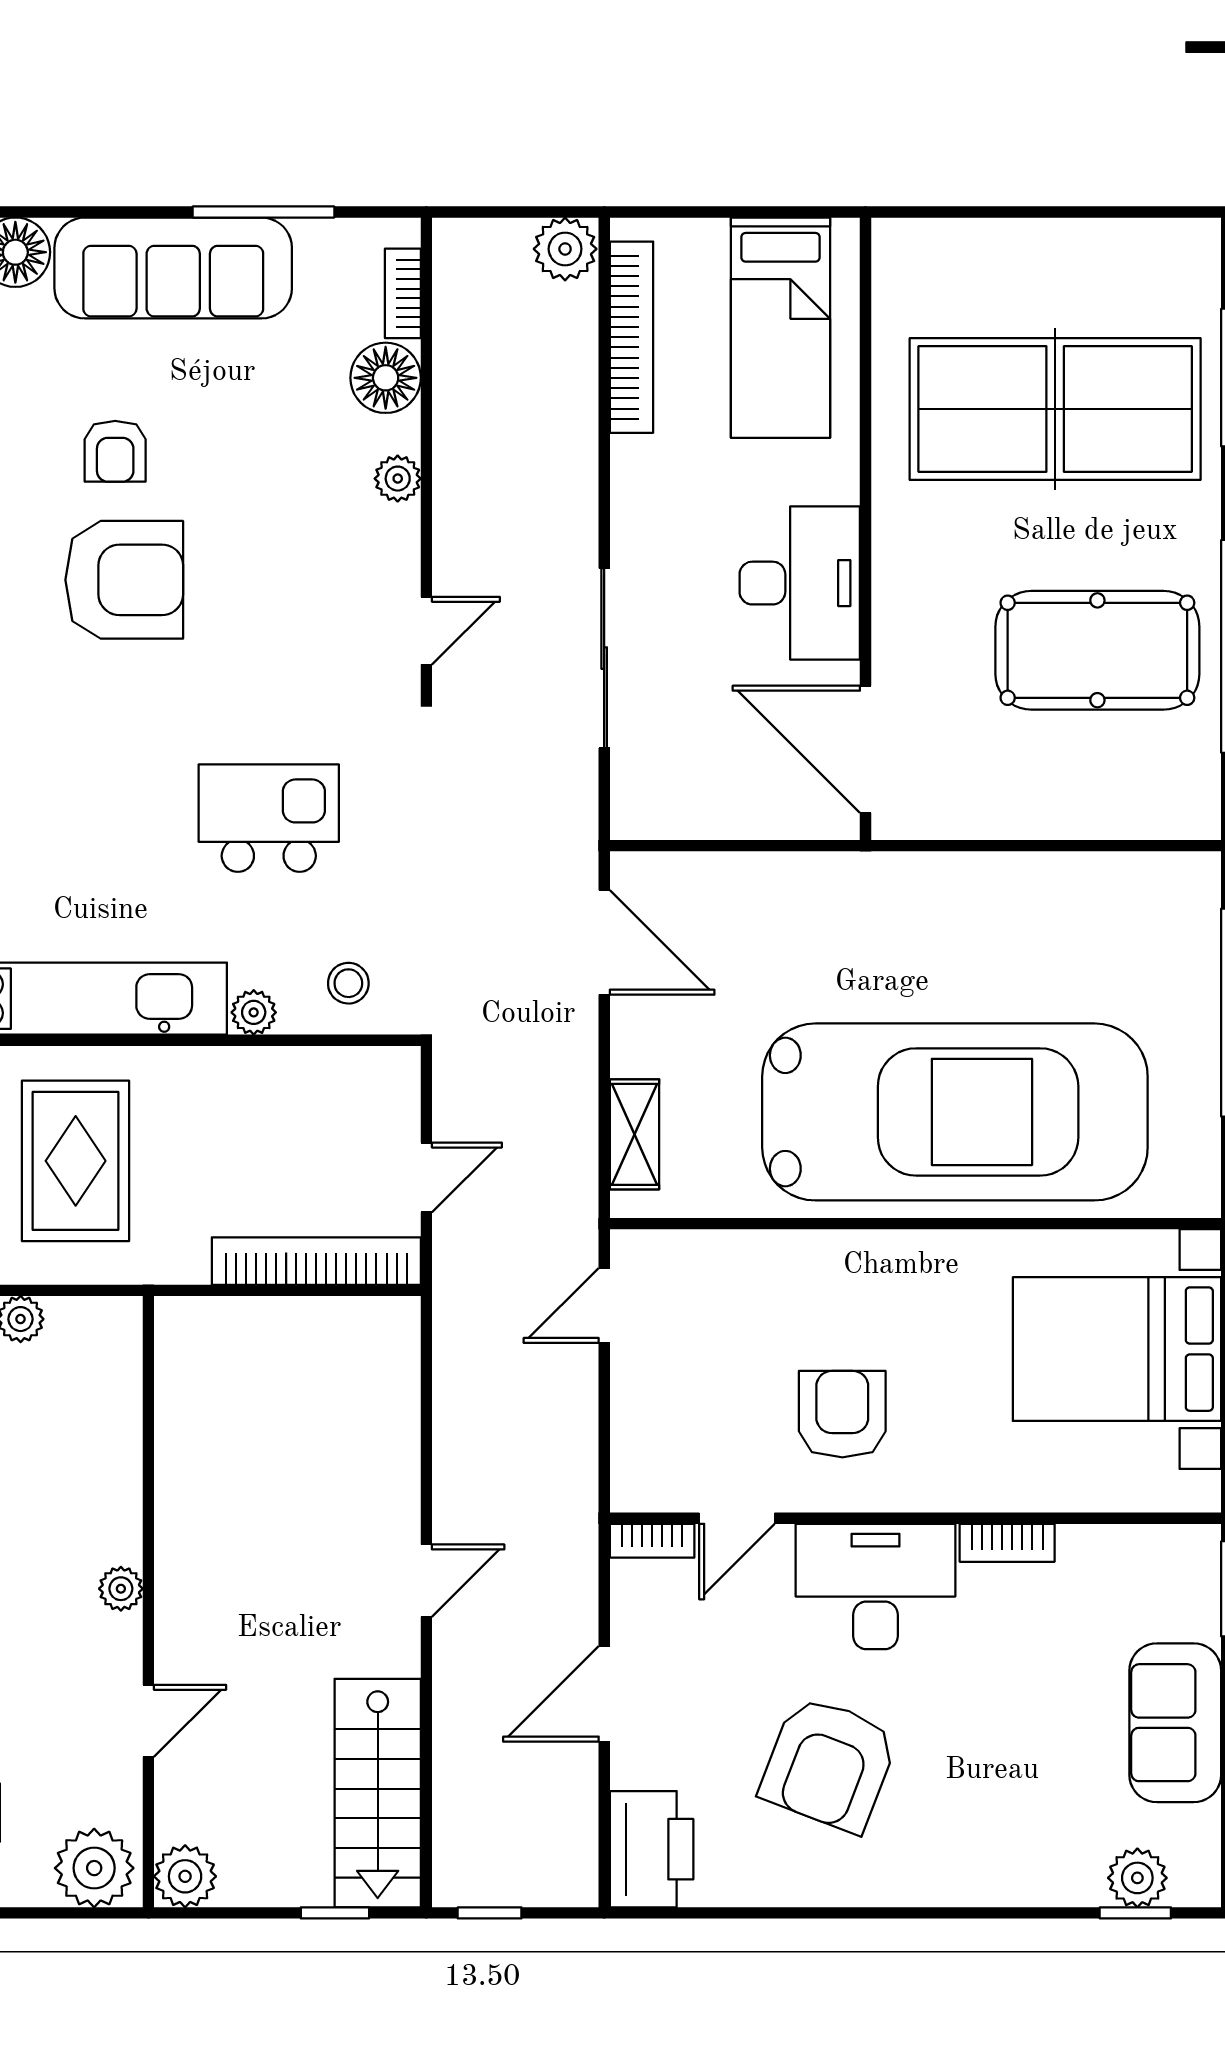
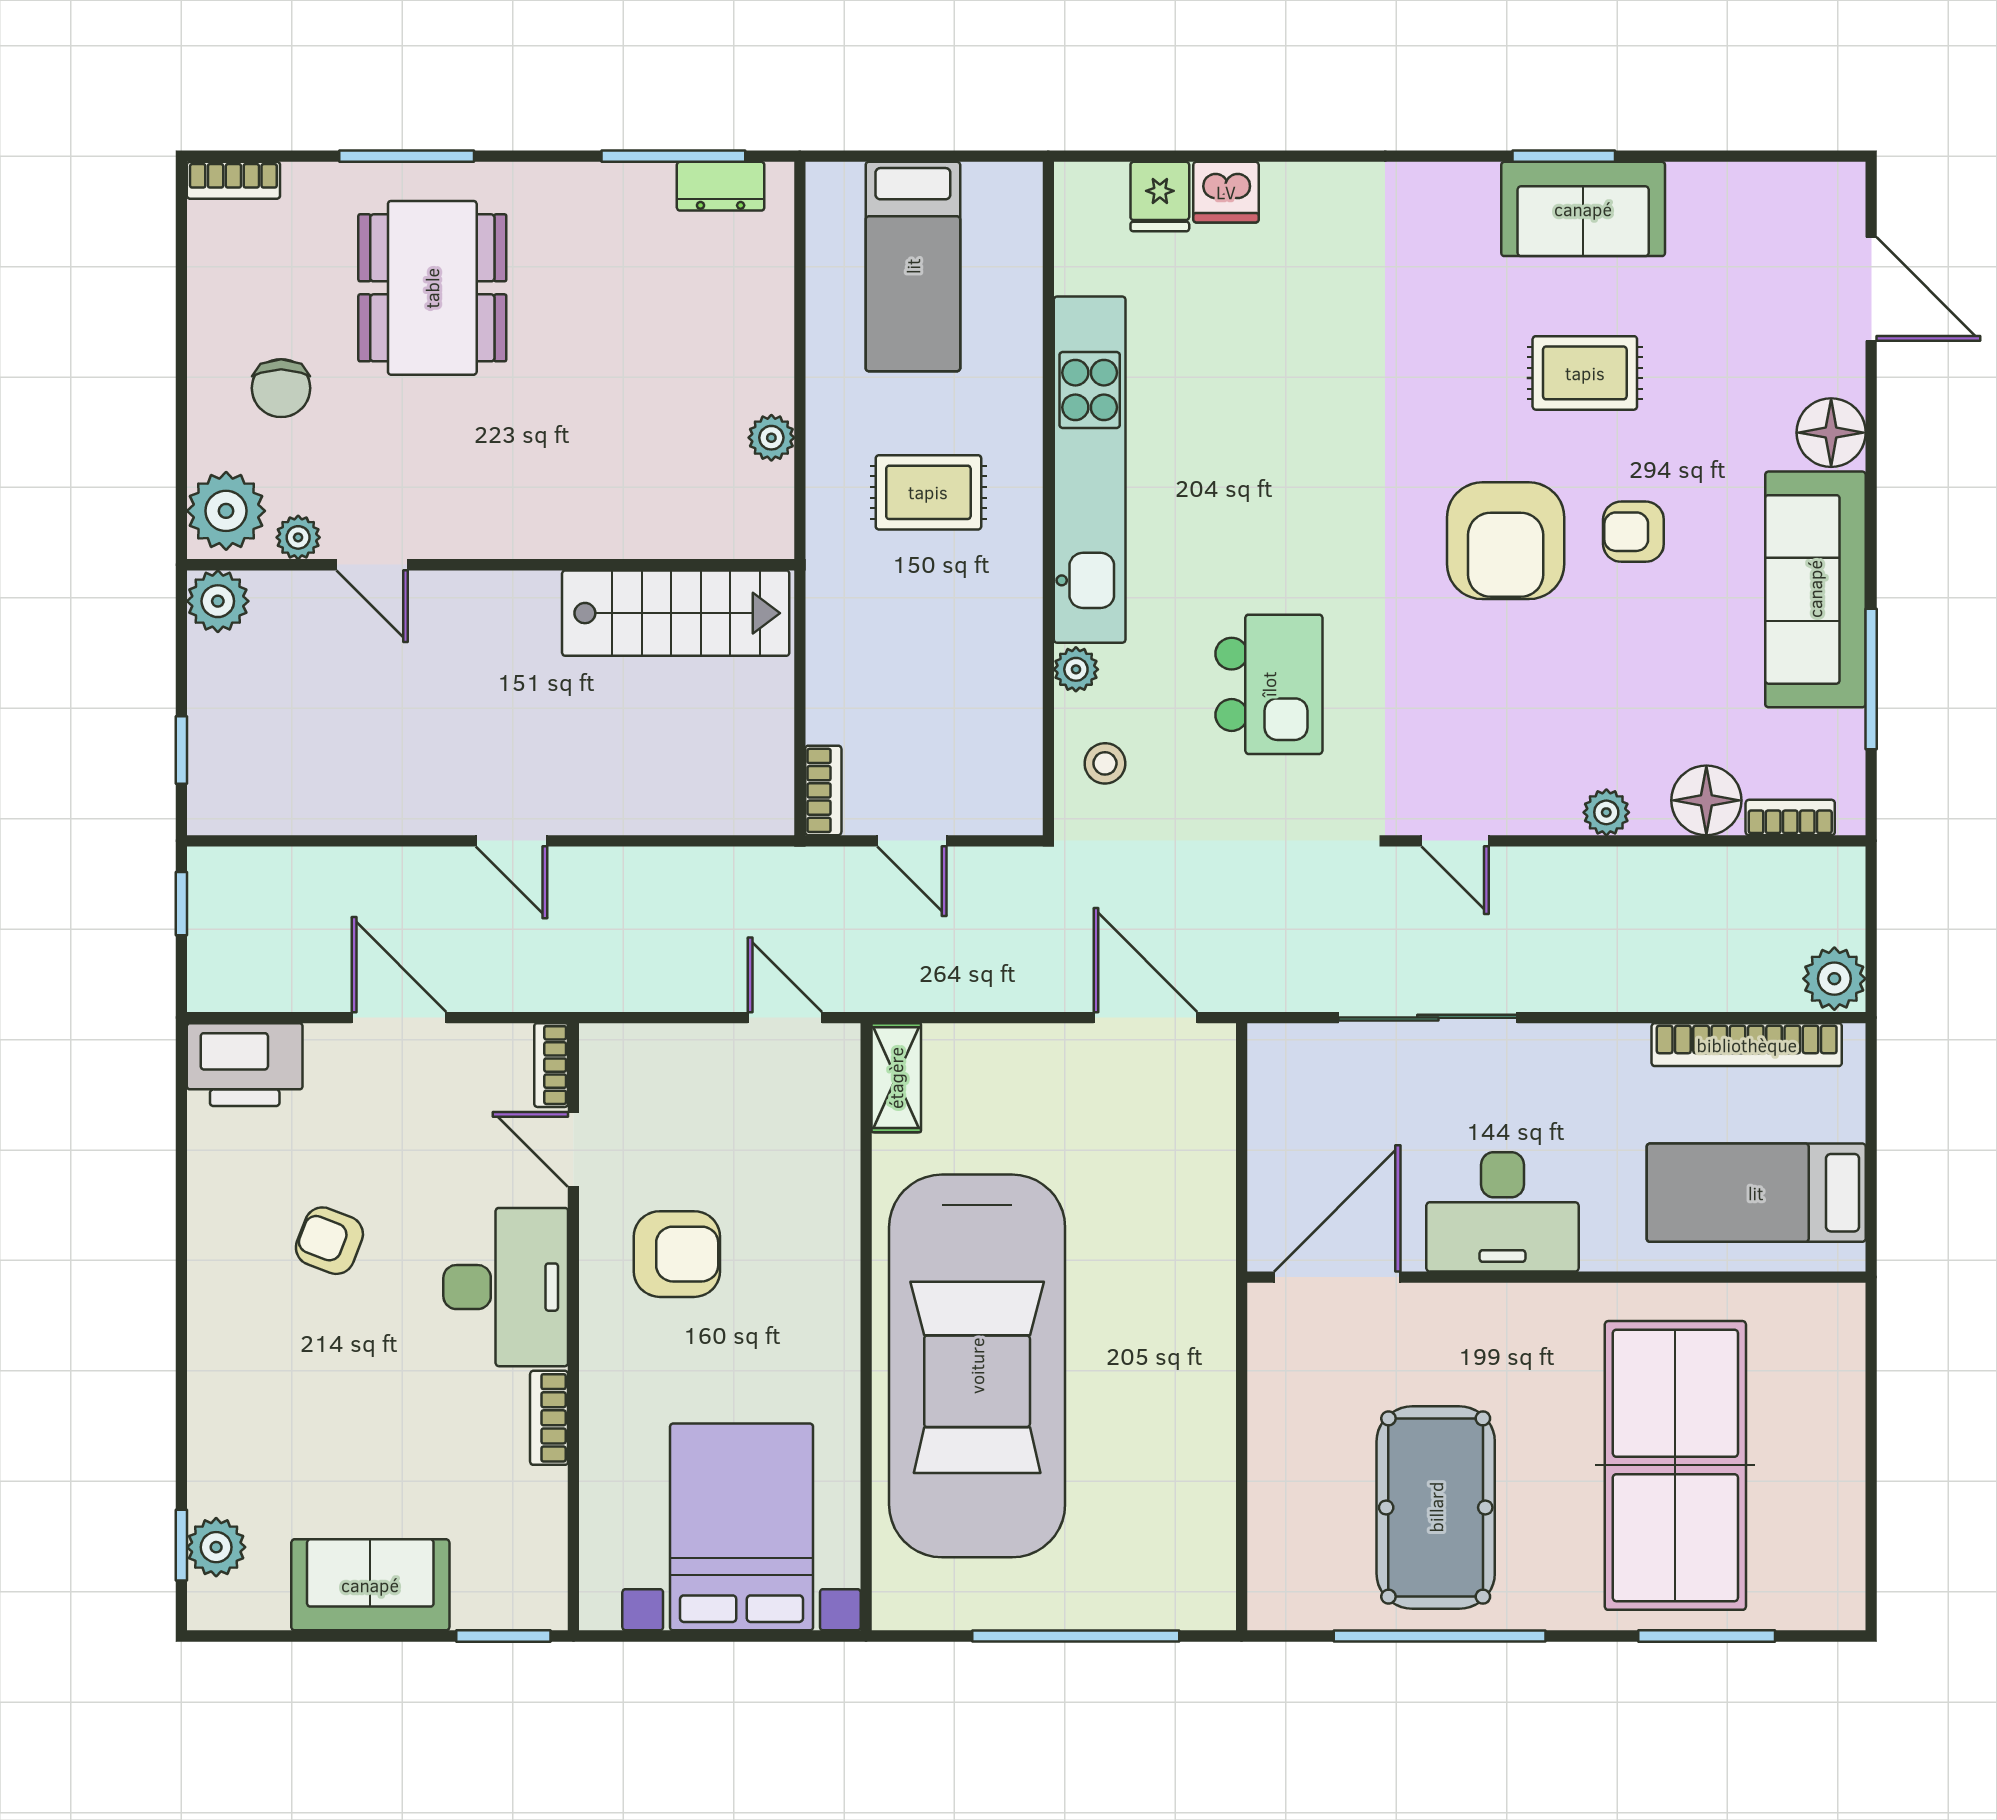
door: (604, 942) -> (1145, 1018), swing flipped
shelving: (635, 1134) -> (896, 1078), moved, turned 90
rug: (76, 1161) -> (928, 492), width x0.73, depth x0.70
bookcase: (316, 1261) -> (823, 790), width x0.43, depth x0.76
plant: (121, 1589) -> (298, 537), moved
armchair: (829, 1764) -> (329, 1241), width x0.53, depth x0.53
stairs: (378, 1793) -> (676, 613), moved, turned 180

